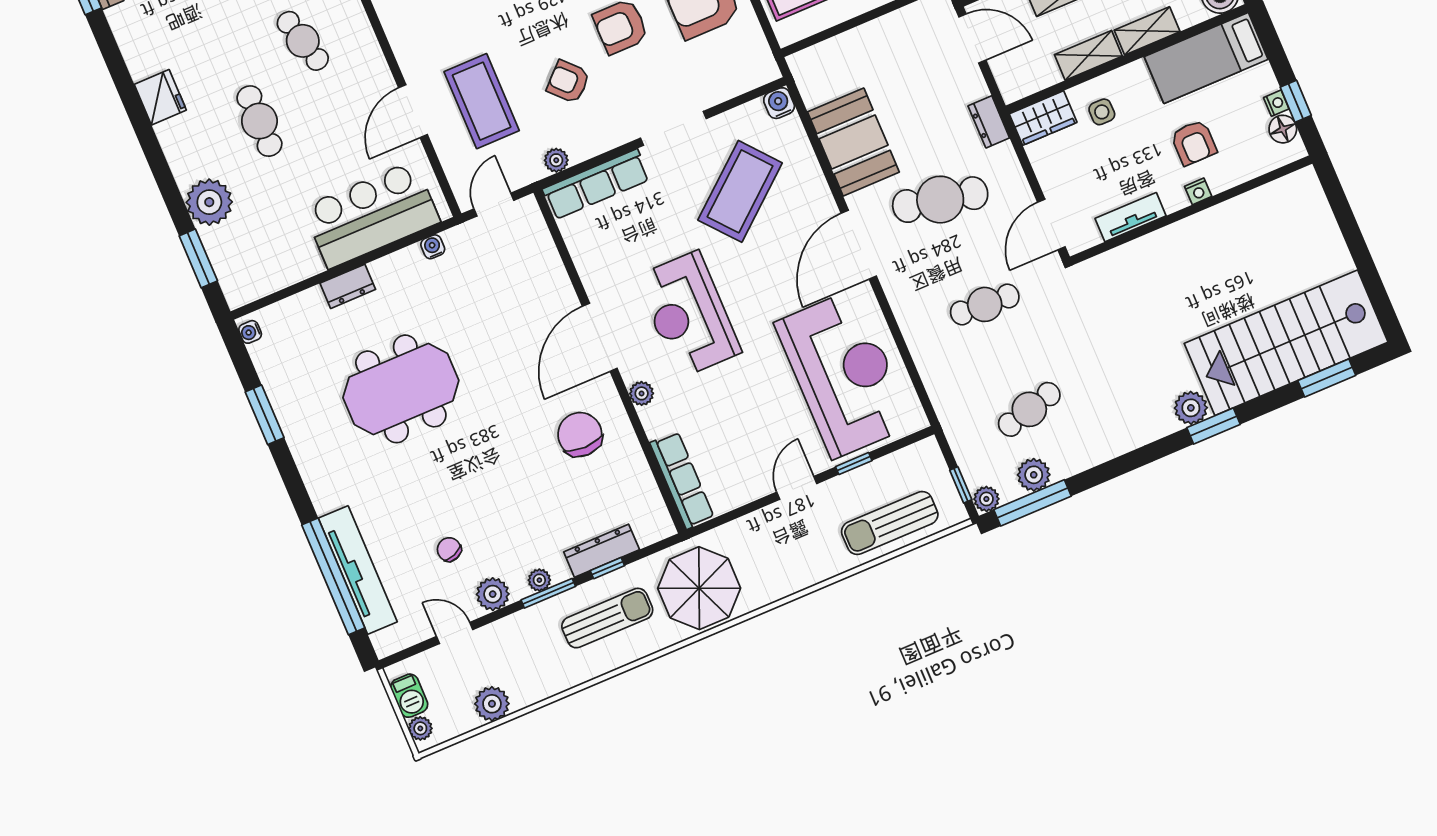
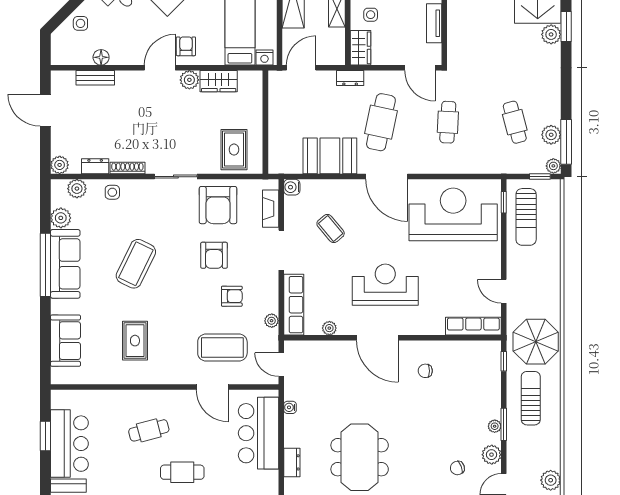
armchair: (568, 82) -> (232, 296), turned -136
fireplace: (731, 84) -> (271, 209), added
coffee table: (740, 191) -> (331, 228), width x0.54, depth x0.58
reception desk: (688, 315) -> (385, 285), turned 180
plant: (642, 393) -> (329, 328), moved
chair: (580, 434) -> (425, 371), width x0.54, depth x0.54
window: (854, 464) -> (504, 202), moved
door: (797, 488) -> (504, 291), moved
sun lounger: (890, 523) -> (526, 217), moved
dresser: (602, 551) -> (493, 386), removed
window: (607, 568) -> (504, 361), moved

